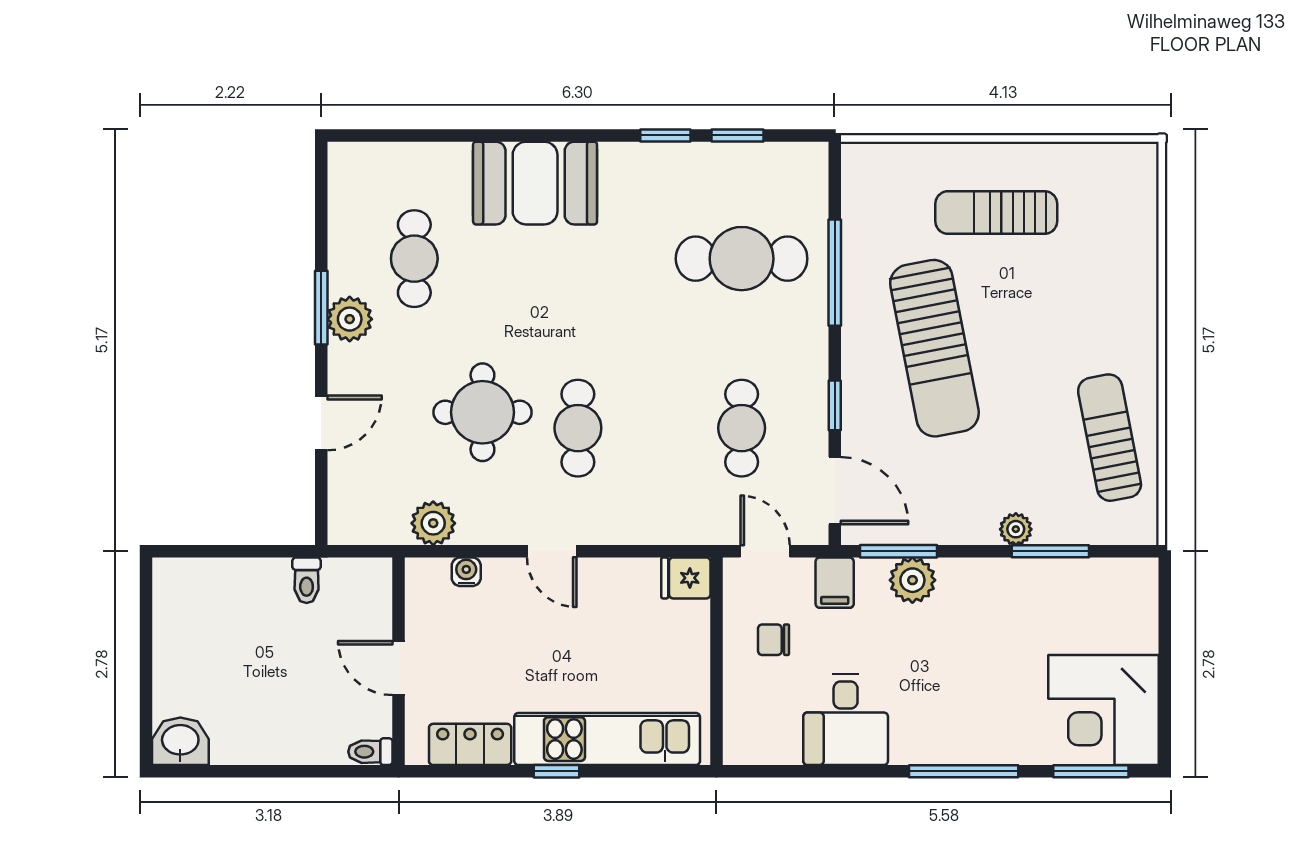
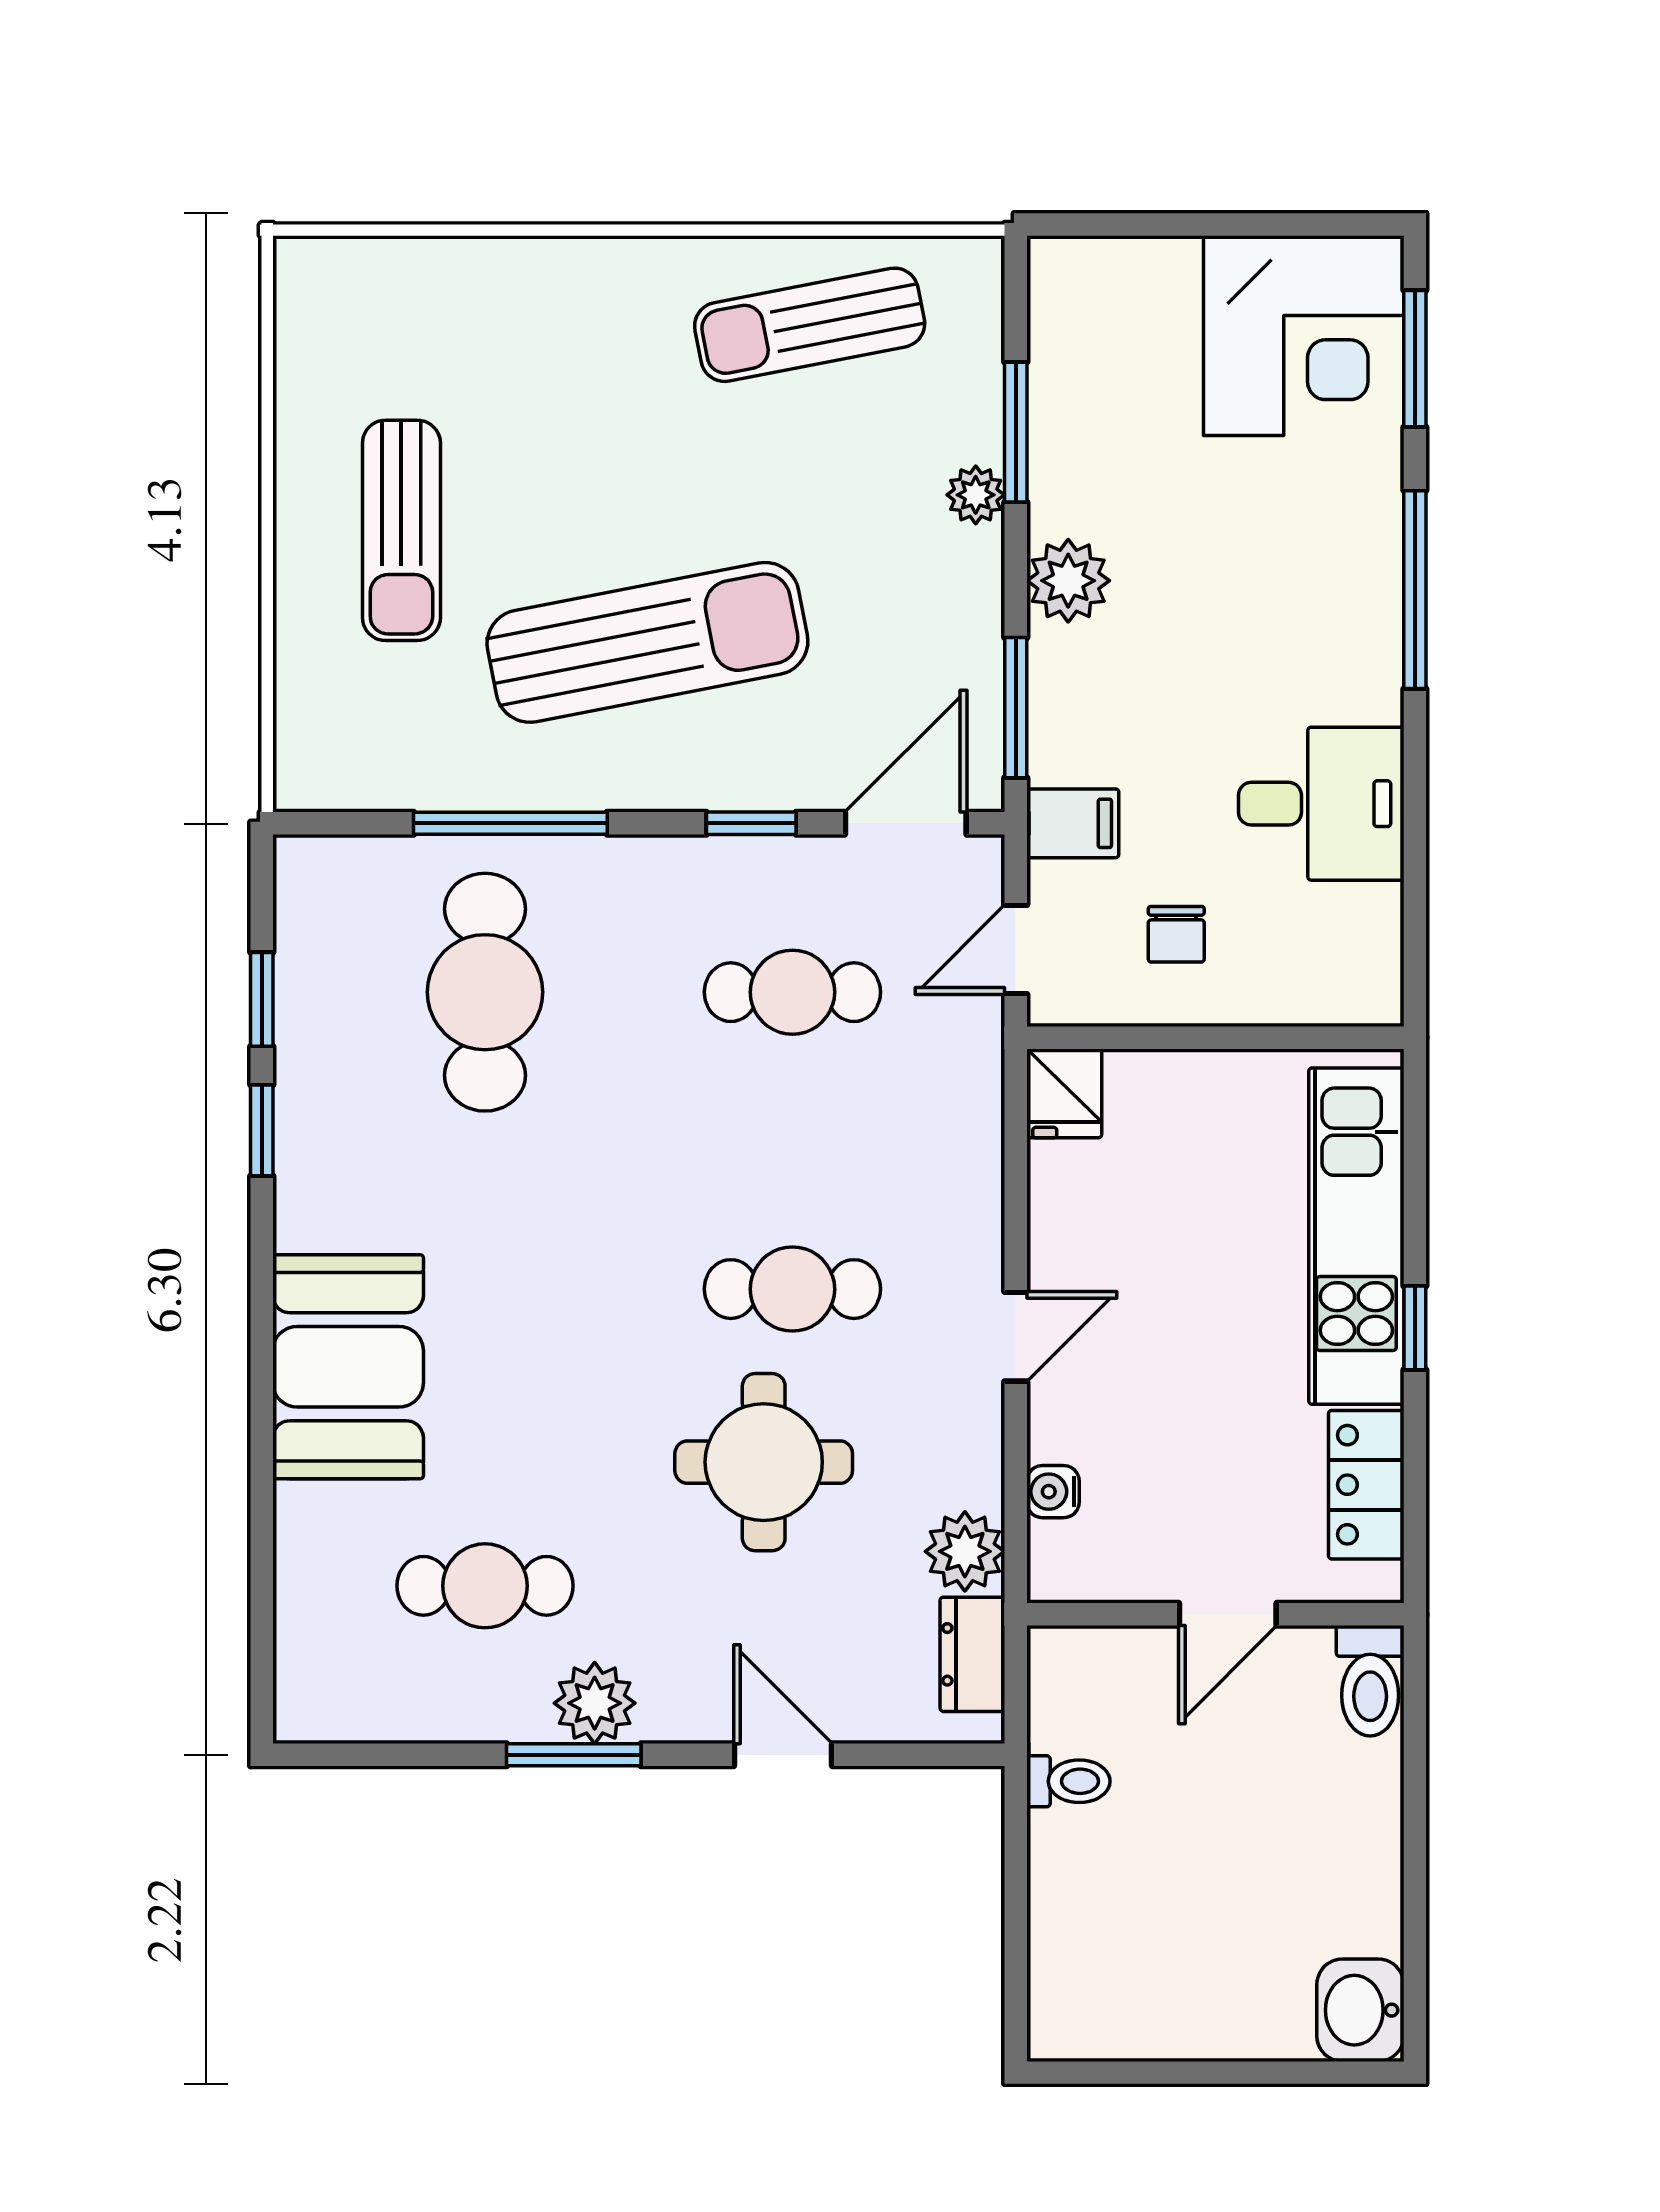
dresser: (376, 527) -> (972, 1654), added
plant: (912, 580) -> (1068, 581), moved
toilet: (370, 752) -> (1370, 1681), width x1.37, depth x1.39

